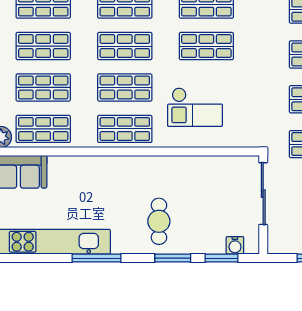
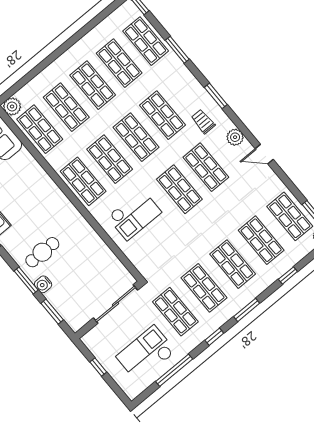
checkout: (195, 107) -> (134, 215), turned -90
water cooler: (235, 245) -> (43, 284), moved

